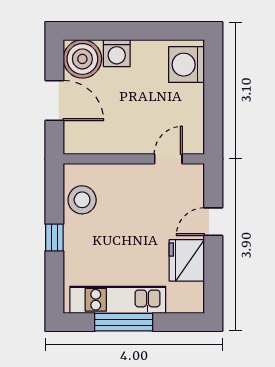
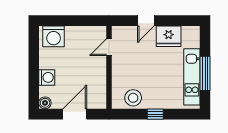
boiler: (82, 59) -> (45, 103), width x0.54, depth x0.54
door: (168, 159) -> (109, 47), hinge flipped
door: (213, 222) -> (146, 21), hinge flipped

